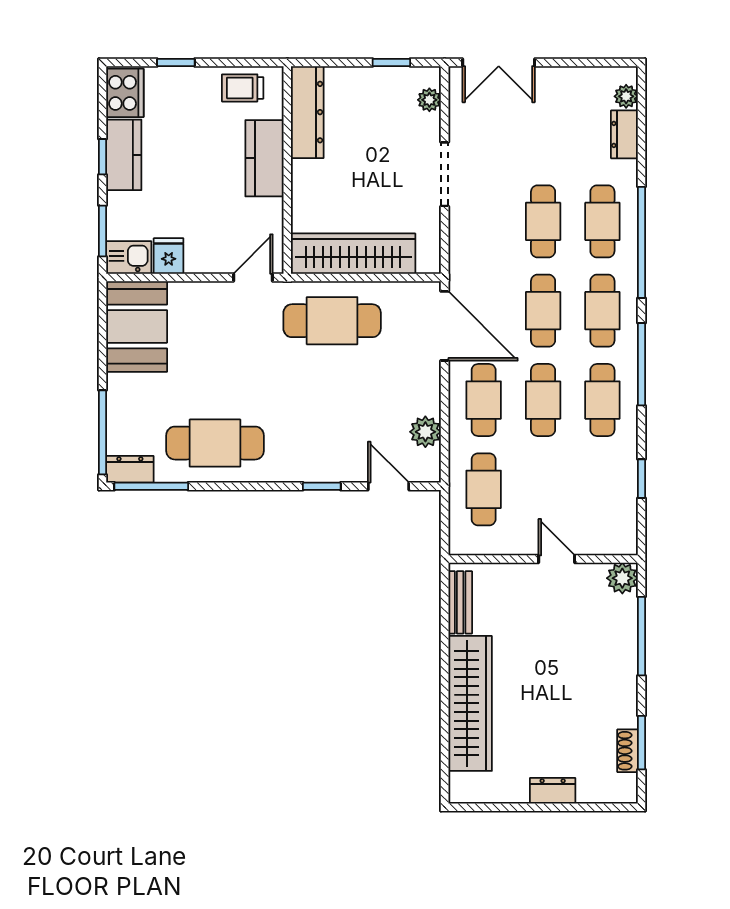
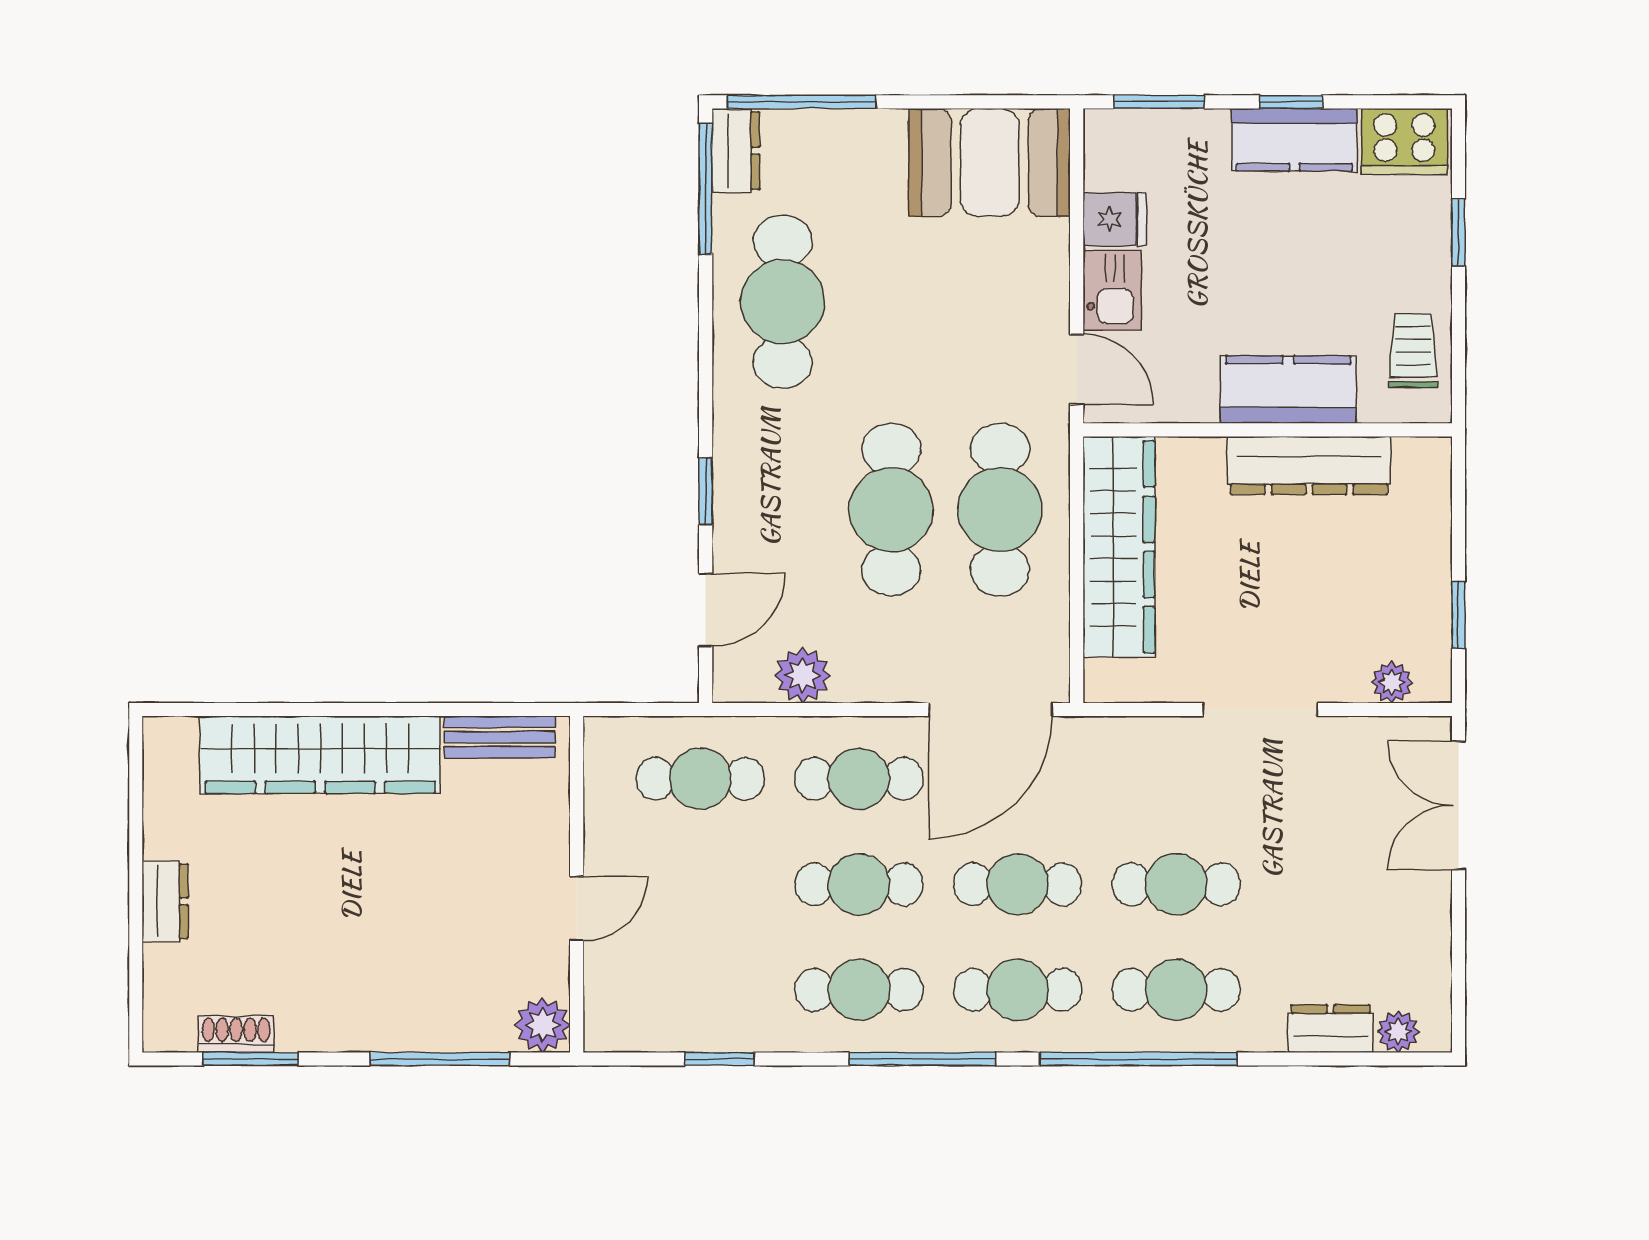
dresser: (307, 112) -> (1309, 466), moved
kitchen sink: (129, 257) -> (1112, 290), moved
cafe table: (332, 382) -> (891, 510), added

